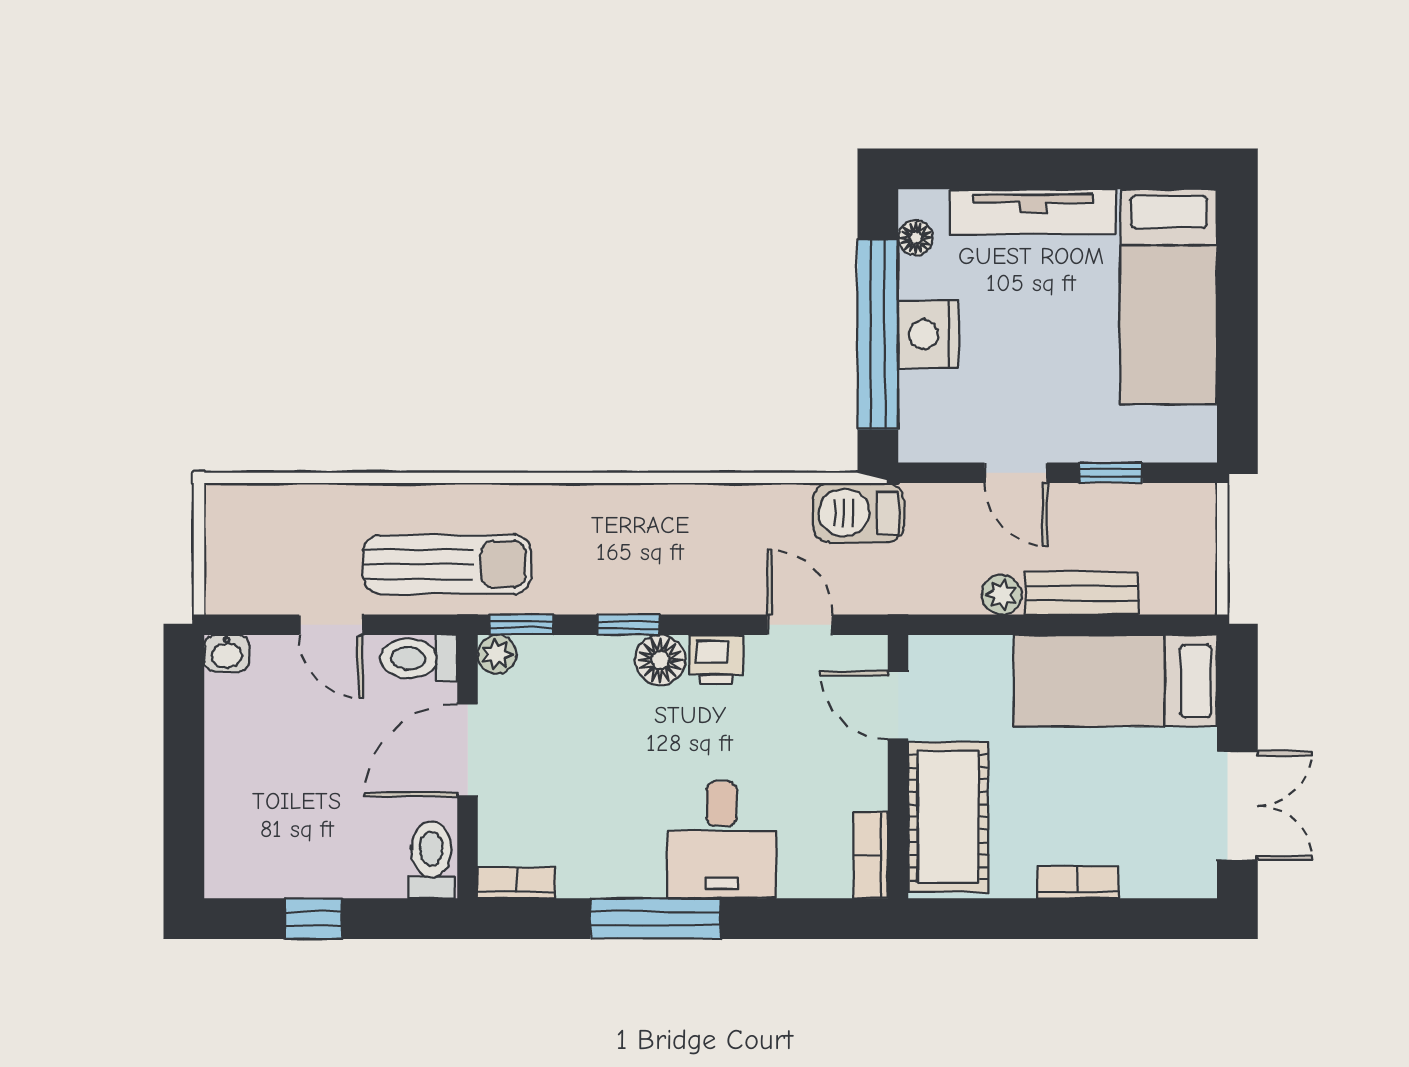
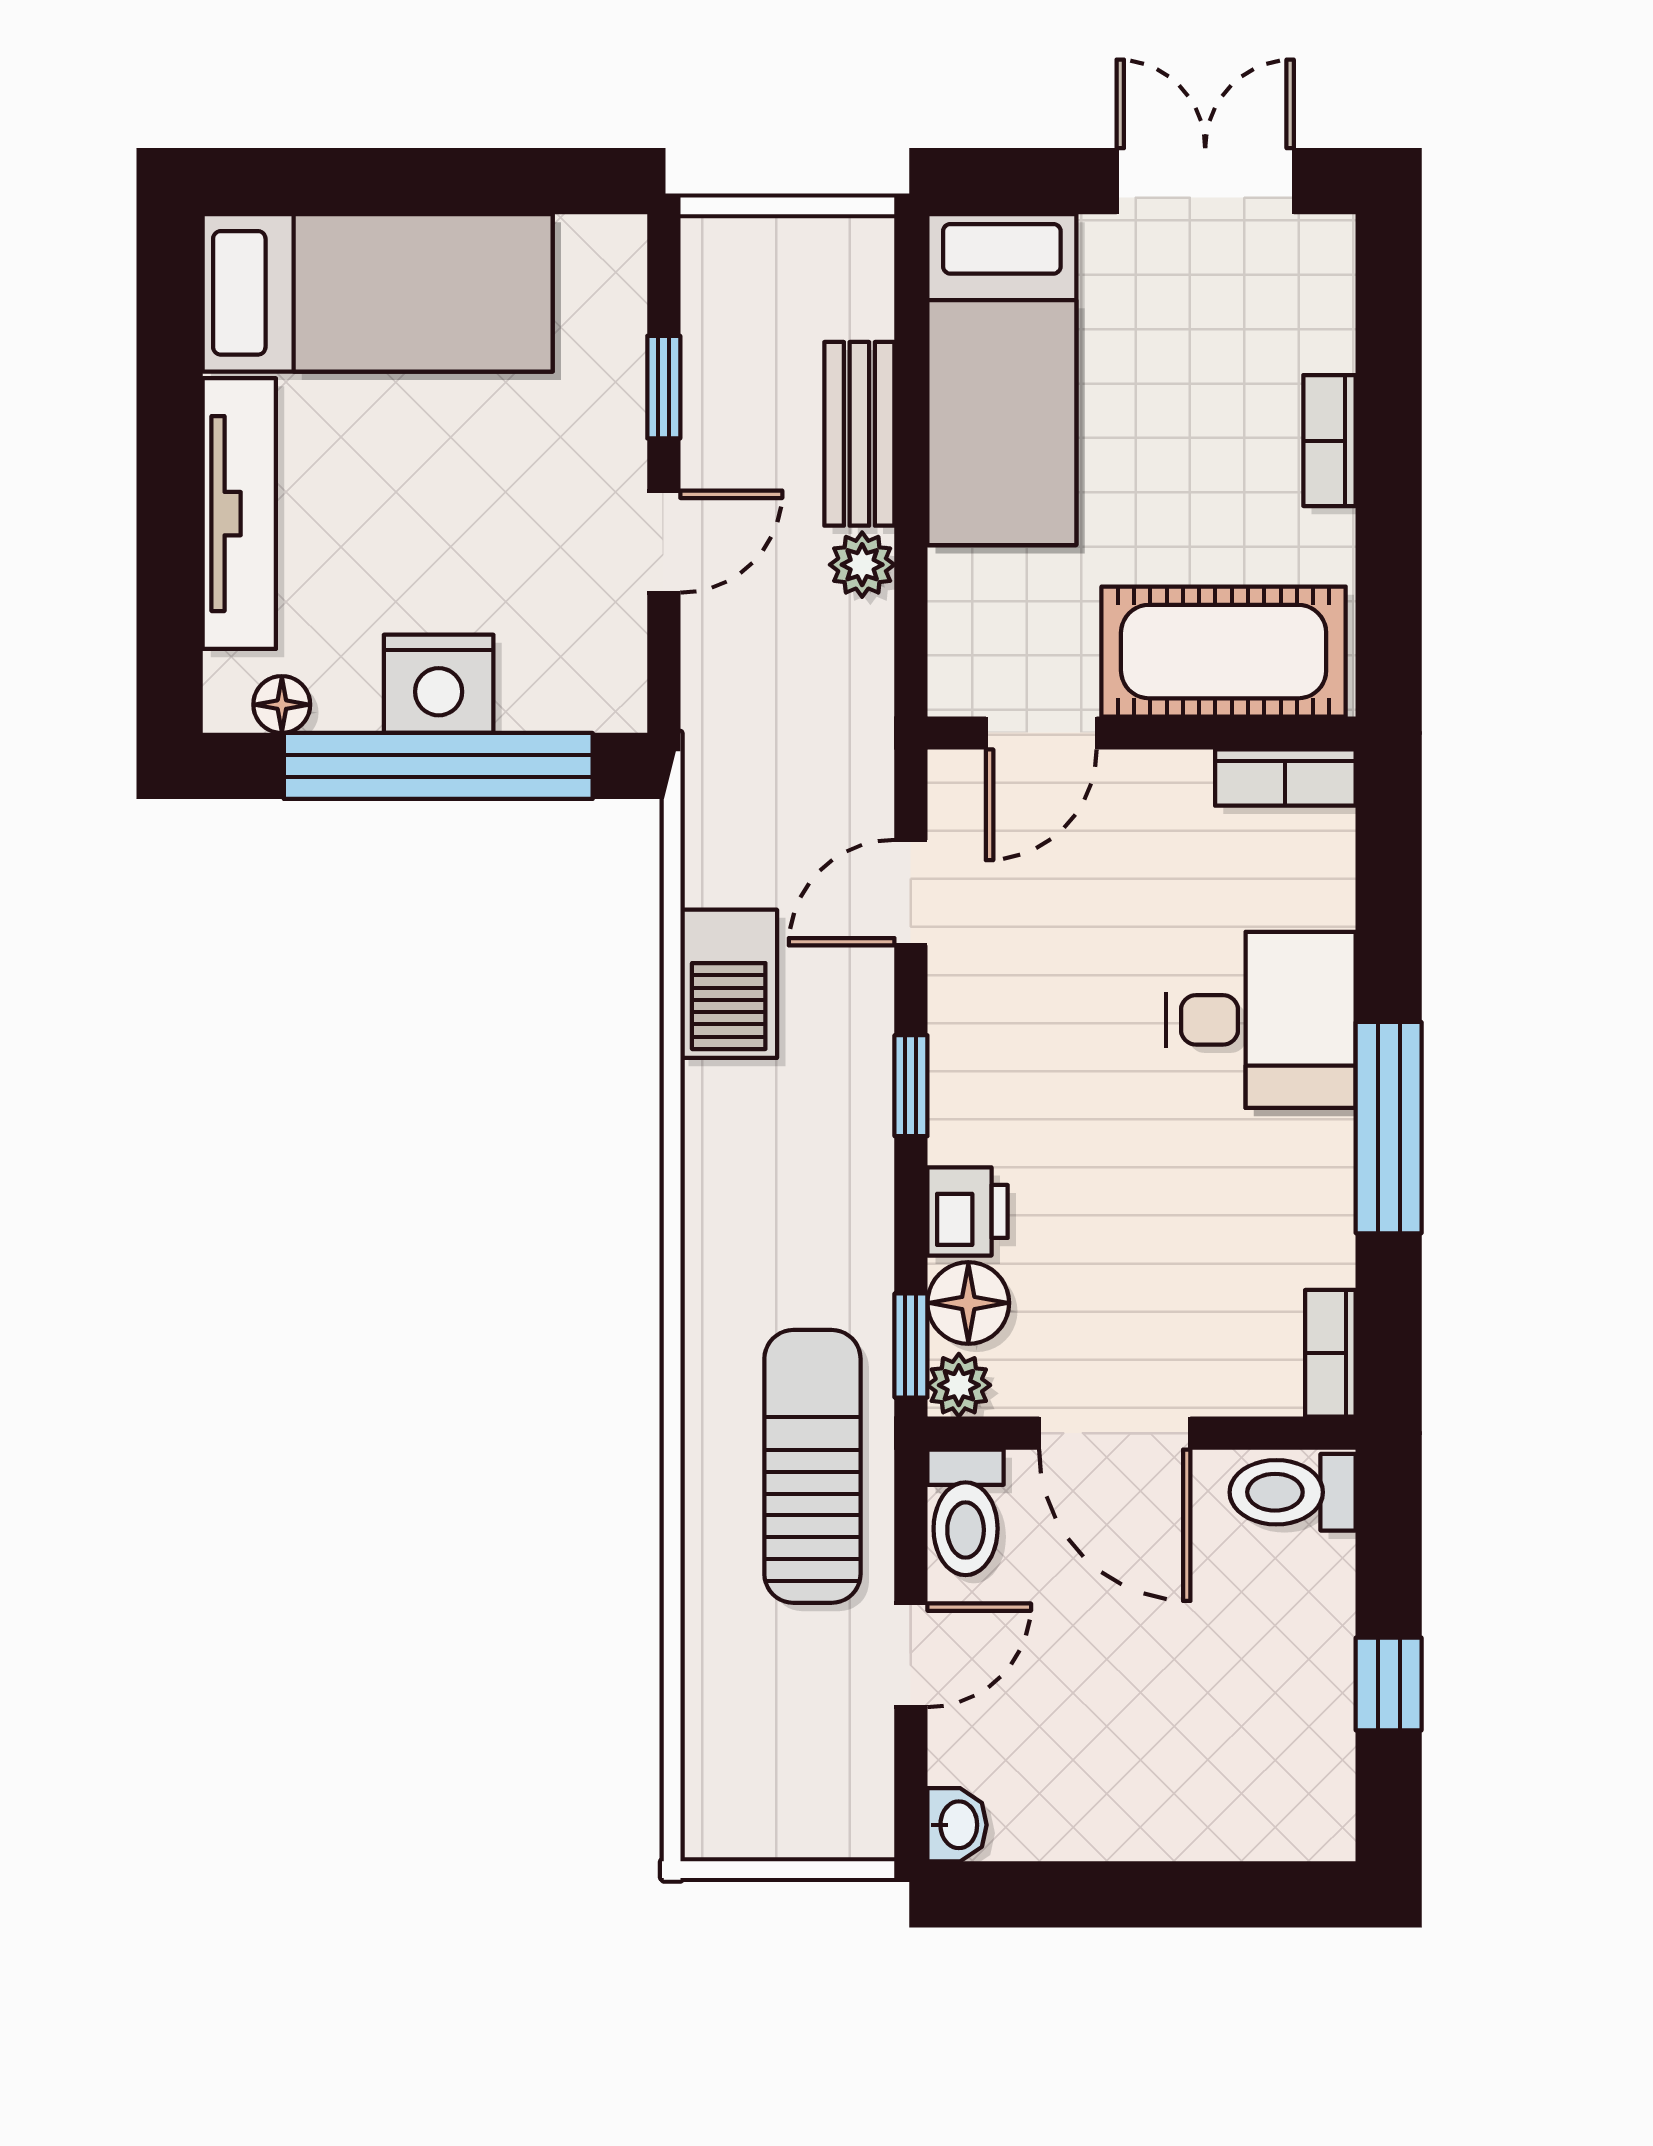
barbecue: (858, 513) -> (729, 984), moved
window: (628, 625) -> (911, 1086), moved
floor lamp: (660, 660) -> (968, 1303), moved
printer: (716, 660) -> (968, 1211), moved

